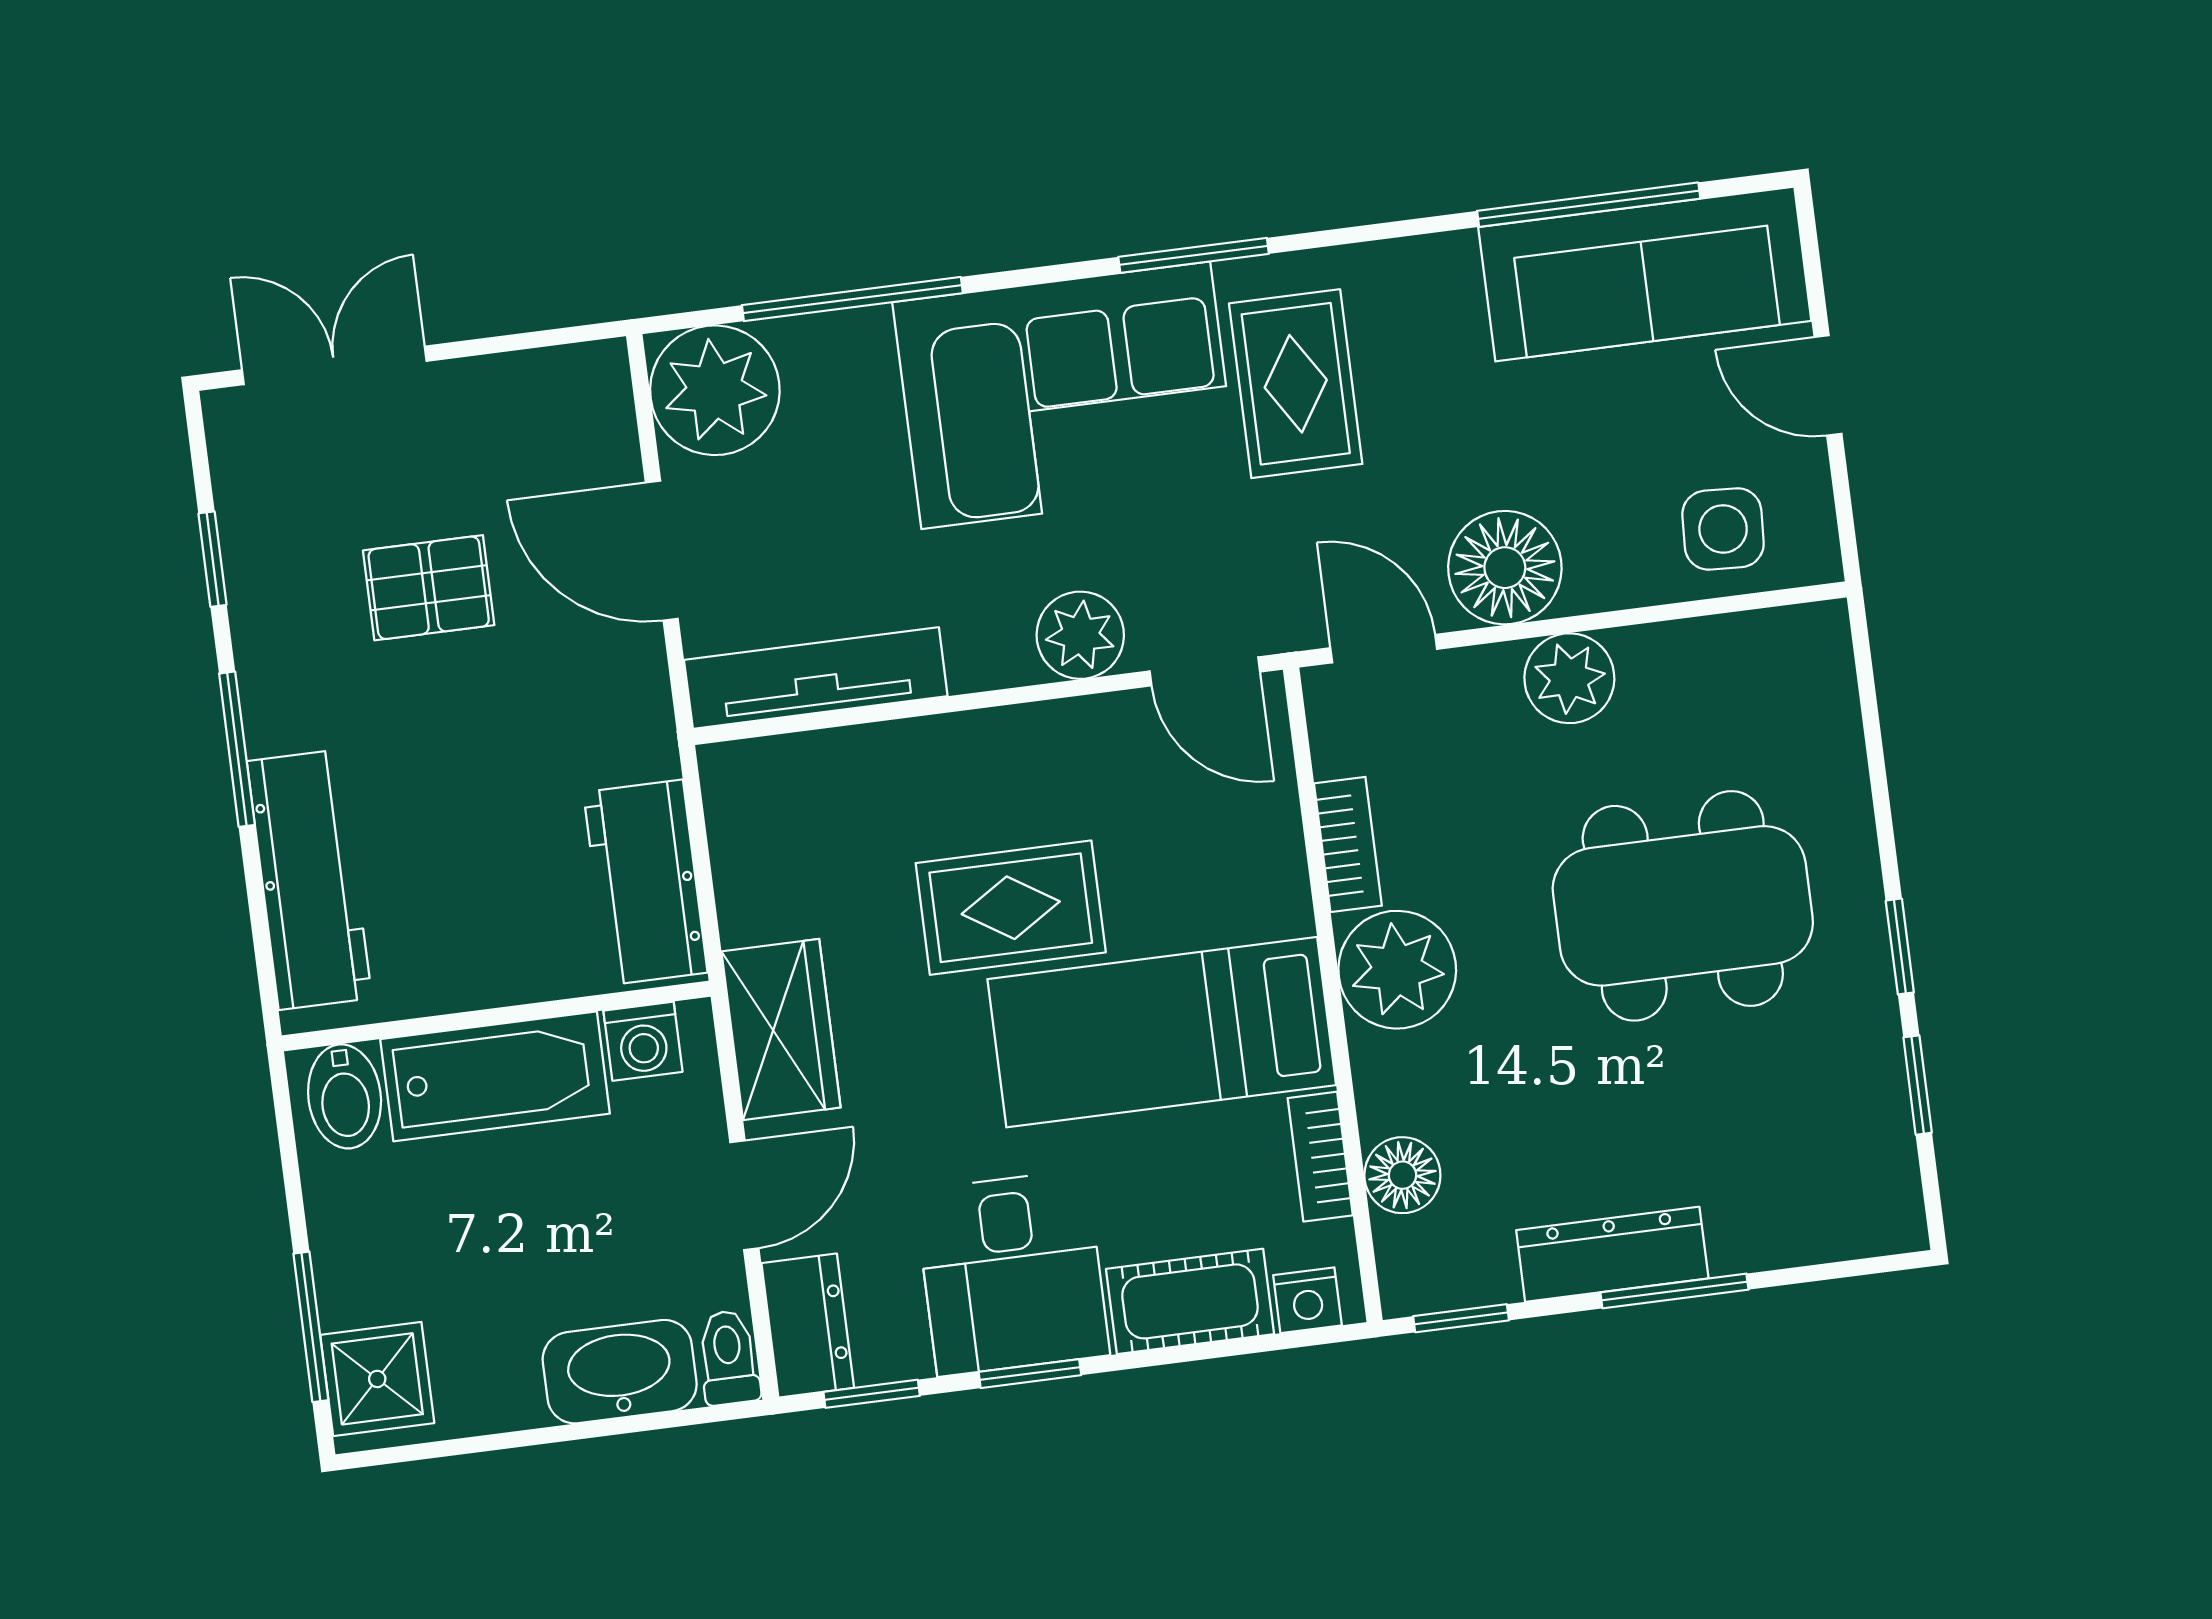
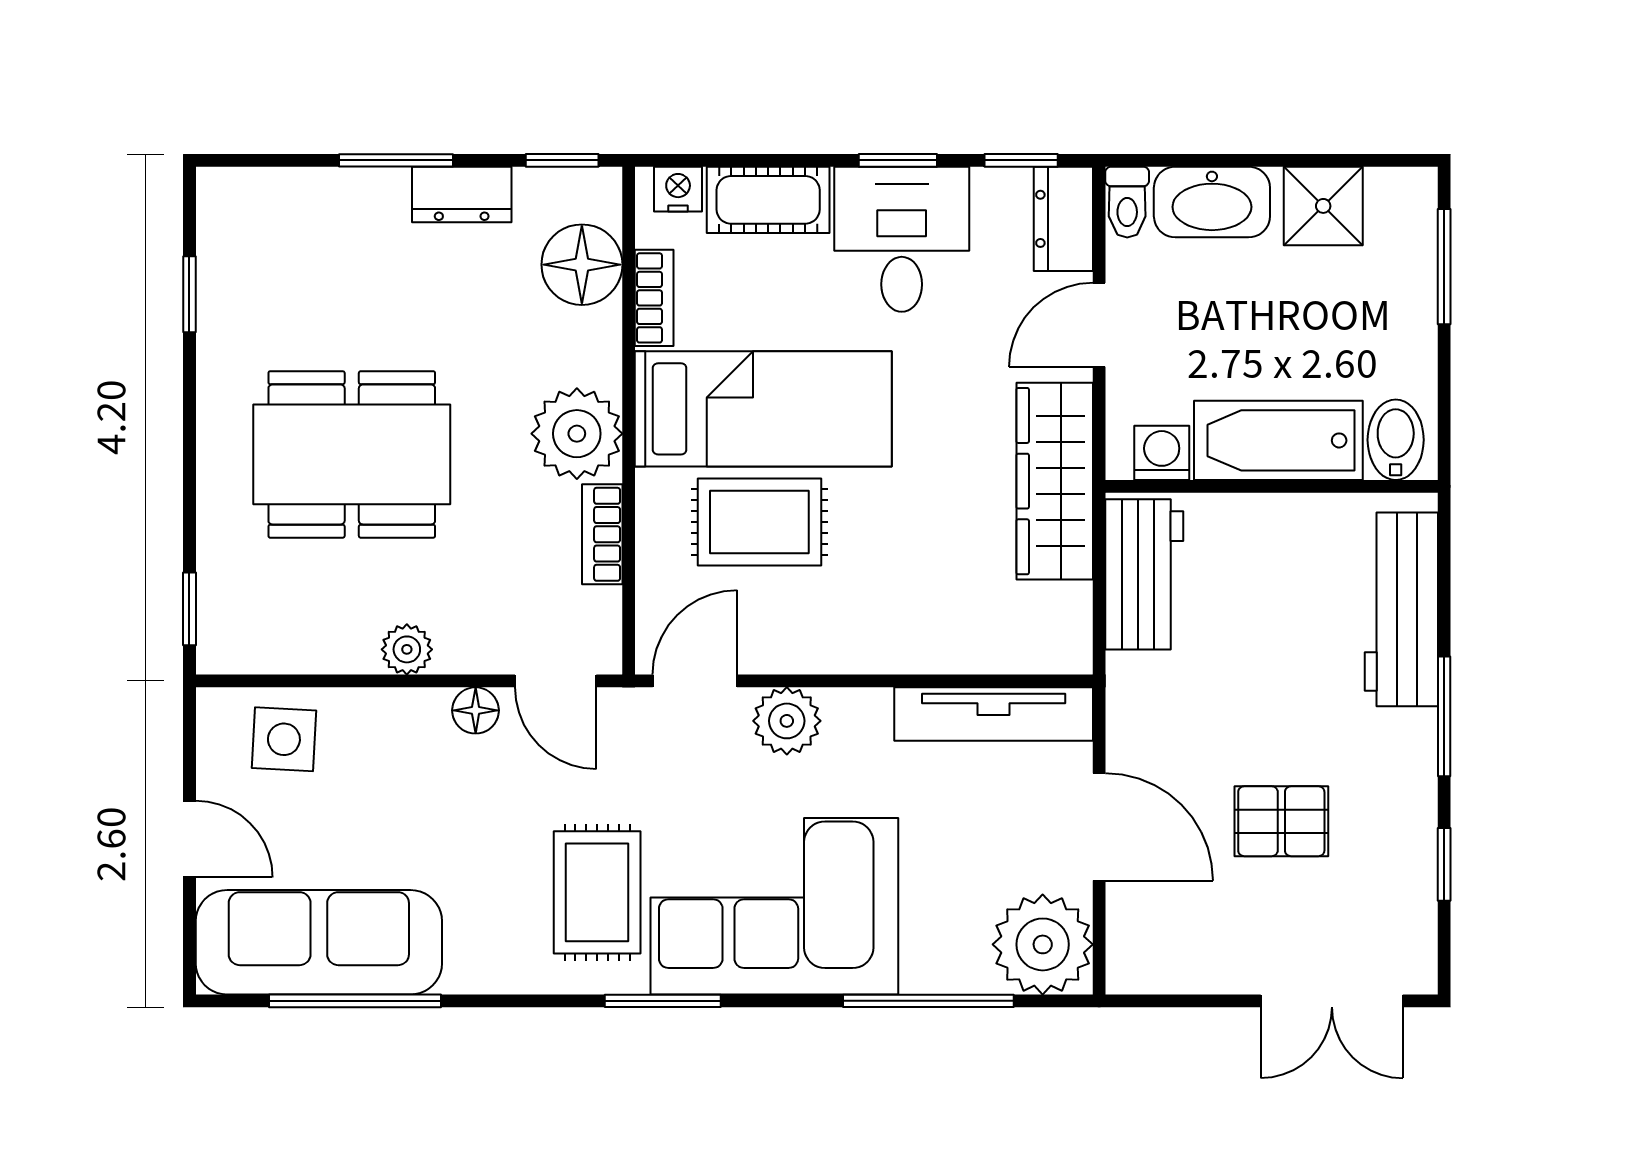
floor lamp: (1505, 568) -> (476, 710), width x0.53, depth x0.53
door: (1205, 671) -> (695, 681), hinge flipped
plant: (1569, 678) -> (407, 649), width x0.73, depth x0.73
rug: (1011, 908) -> (759, 522), moved
window: (1900, 946) -> (189, 609), moved
wardrobe: (781, 1029) -> (1055, 481), width x1.50
floor lamp: (1402, 1175) -> (582, 265), width x1.38, depth x1.38
dresser: (1612, 1254) -> (462, 194), width x0.70
shower: (377, 1379) -> (1323, 206), moved

